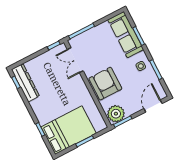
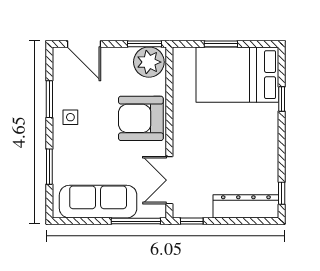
sofa: (126, 35) -> (98, 202), moved, turned -90
double door: (75, 60) -> (169, 180), swing flipped
dresser: (25, 83) -> (246, 206), moved, turned 90
armchair: (105, 84) -> (141, 118), turned 90
door: (153, 106) -> (84, 44), hinge flipped

